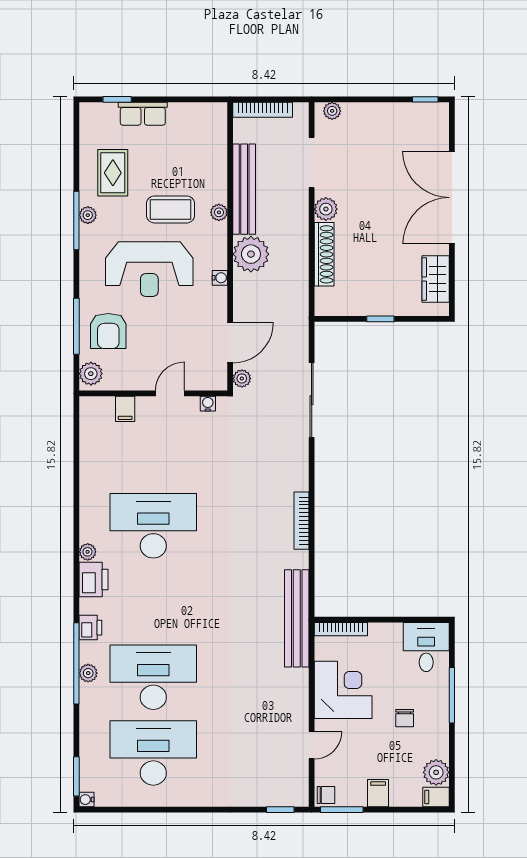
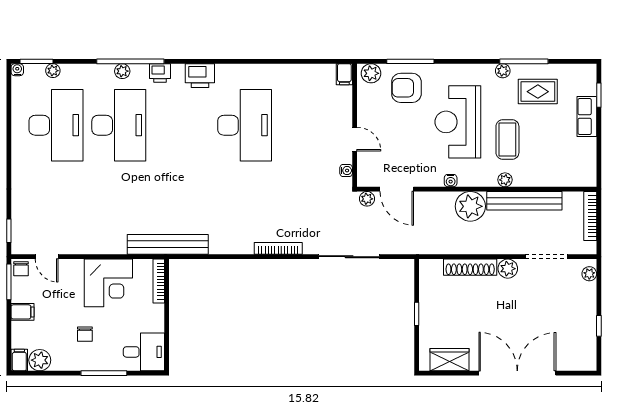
window: (425, 99) -> (599, 326), moved
window: (76, 220) -> (524, 61), moved
filing cabinet: (125, 409) -> (344, 74), moved, turned -90
bookcase: (302, 521) -> (278, 248), moved
plant: (88, 552) -> (53, 71), moved
chair: (405, 718) -> (85, 334), turned -90
door: (312, 745) -> (47, 257), moved

